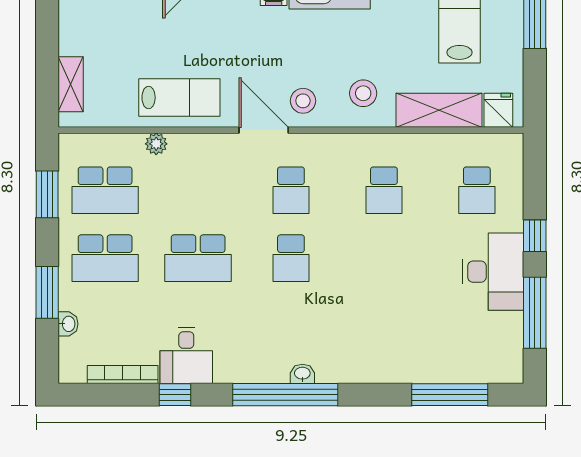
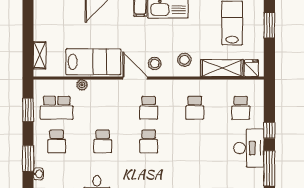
lab bench: (179, 98) -> (93, 62), width x1.36, depth x1.39
school desk: (105, 258) -> (57, 141), width x0.54
school desk: (198, 258) -> (103, 141), width x0.54

